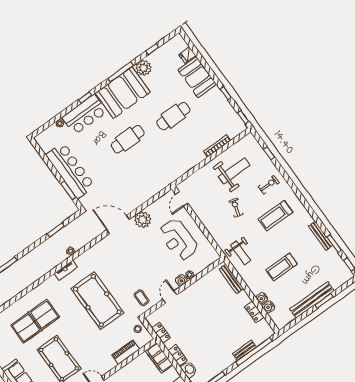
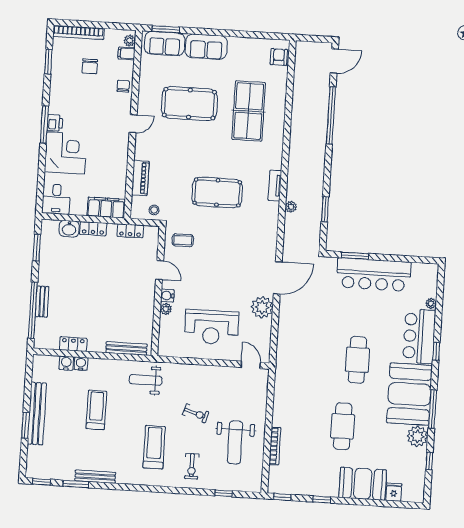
reception desk: (178, 240) -> (211, 327), turned 180
pool table: (97, 301) -> (217, 192), width x0.73, depth x0.76

